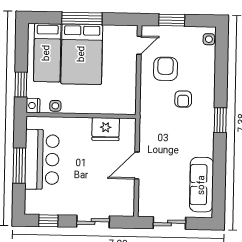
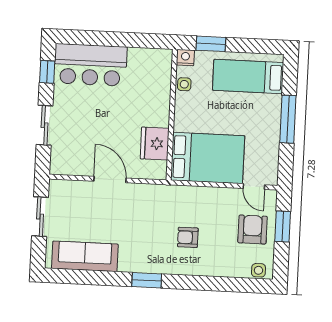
bed: (82, 54) -> (208, 158), moved, turned 180
armchair: (166, 69) -> (253, 229), moved, turned -90
window: (220, 120) -> (147, 280), moved
bar counter: (42, 159) -> (90, 65), moved
window: (19, 166) -> (114, 39), removed

